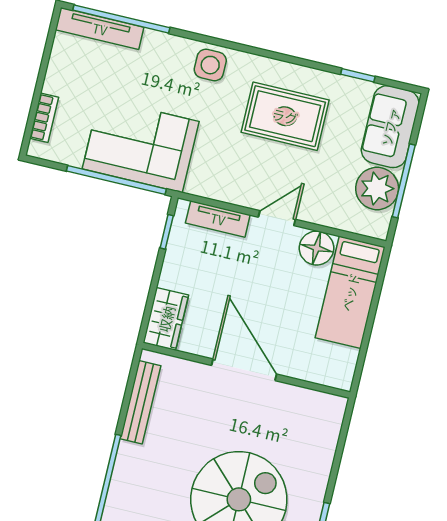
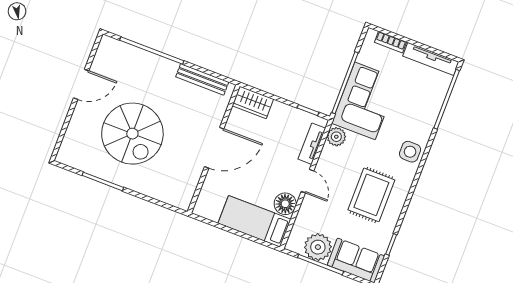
tv unit: (100, 29) -> (431, 59), moved, turned -90
plant: (202, 182) -> (336, 137), added

